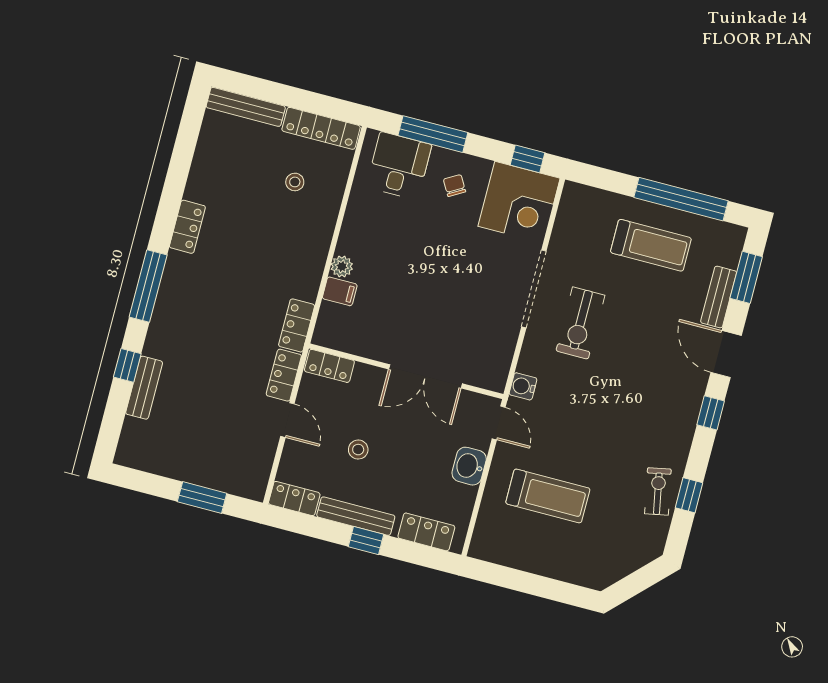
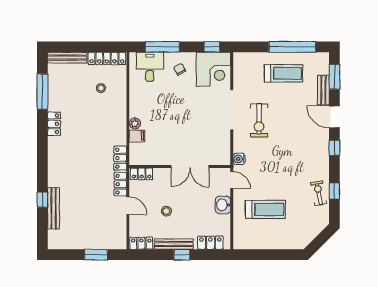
window: (148, 286) -> (42, 92), moved
bench: (144, 388) -> (54, 208), width x1.36

